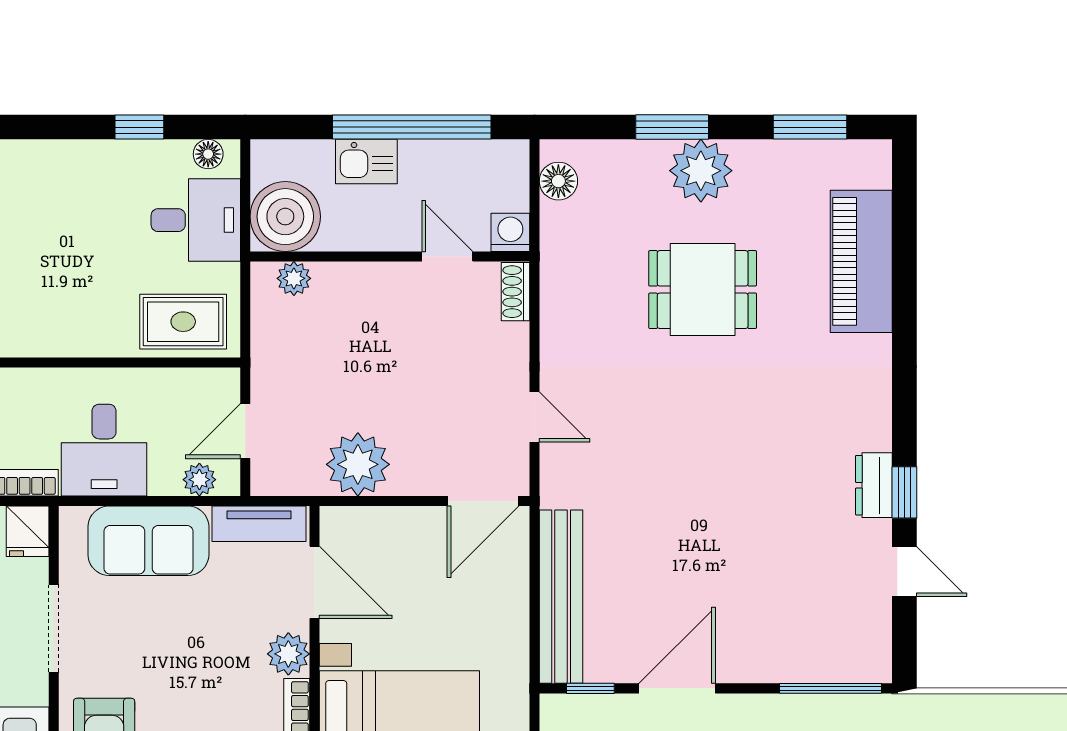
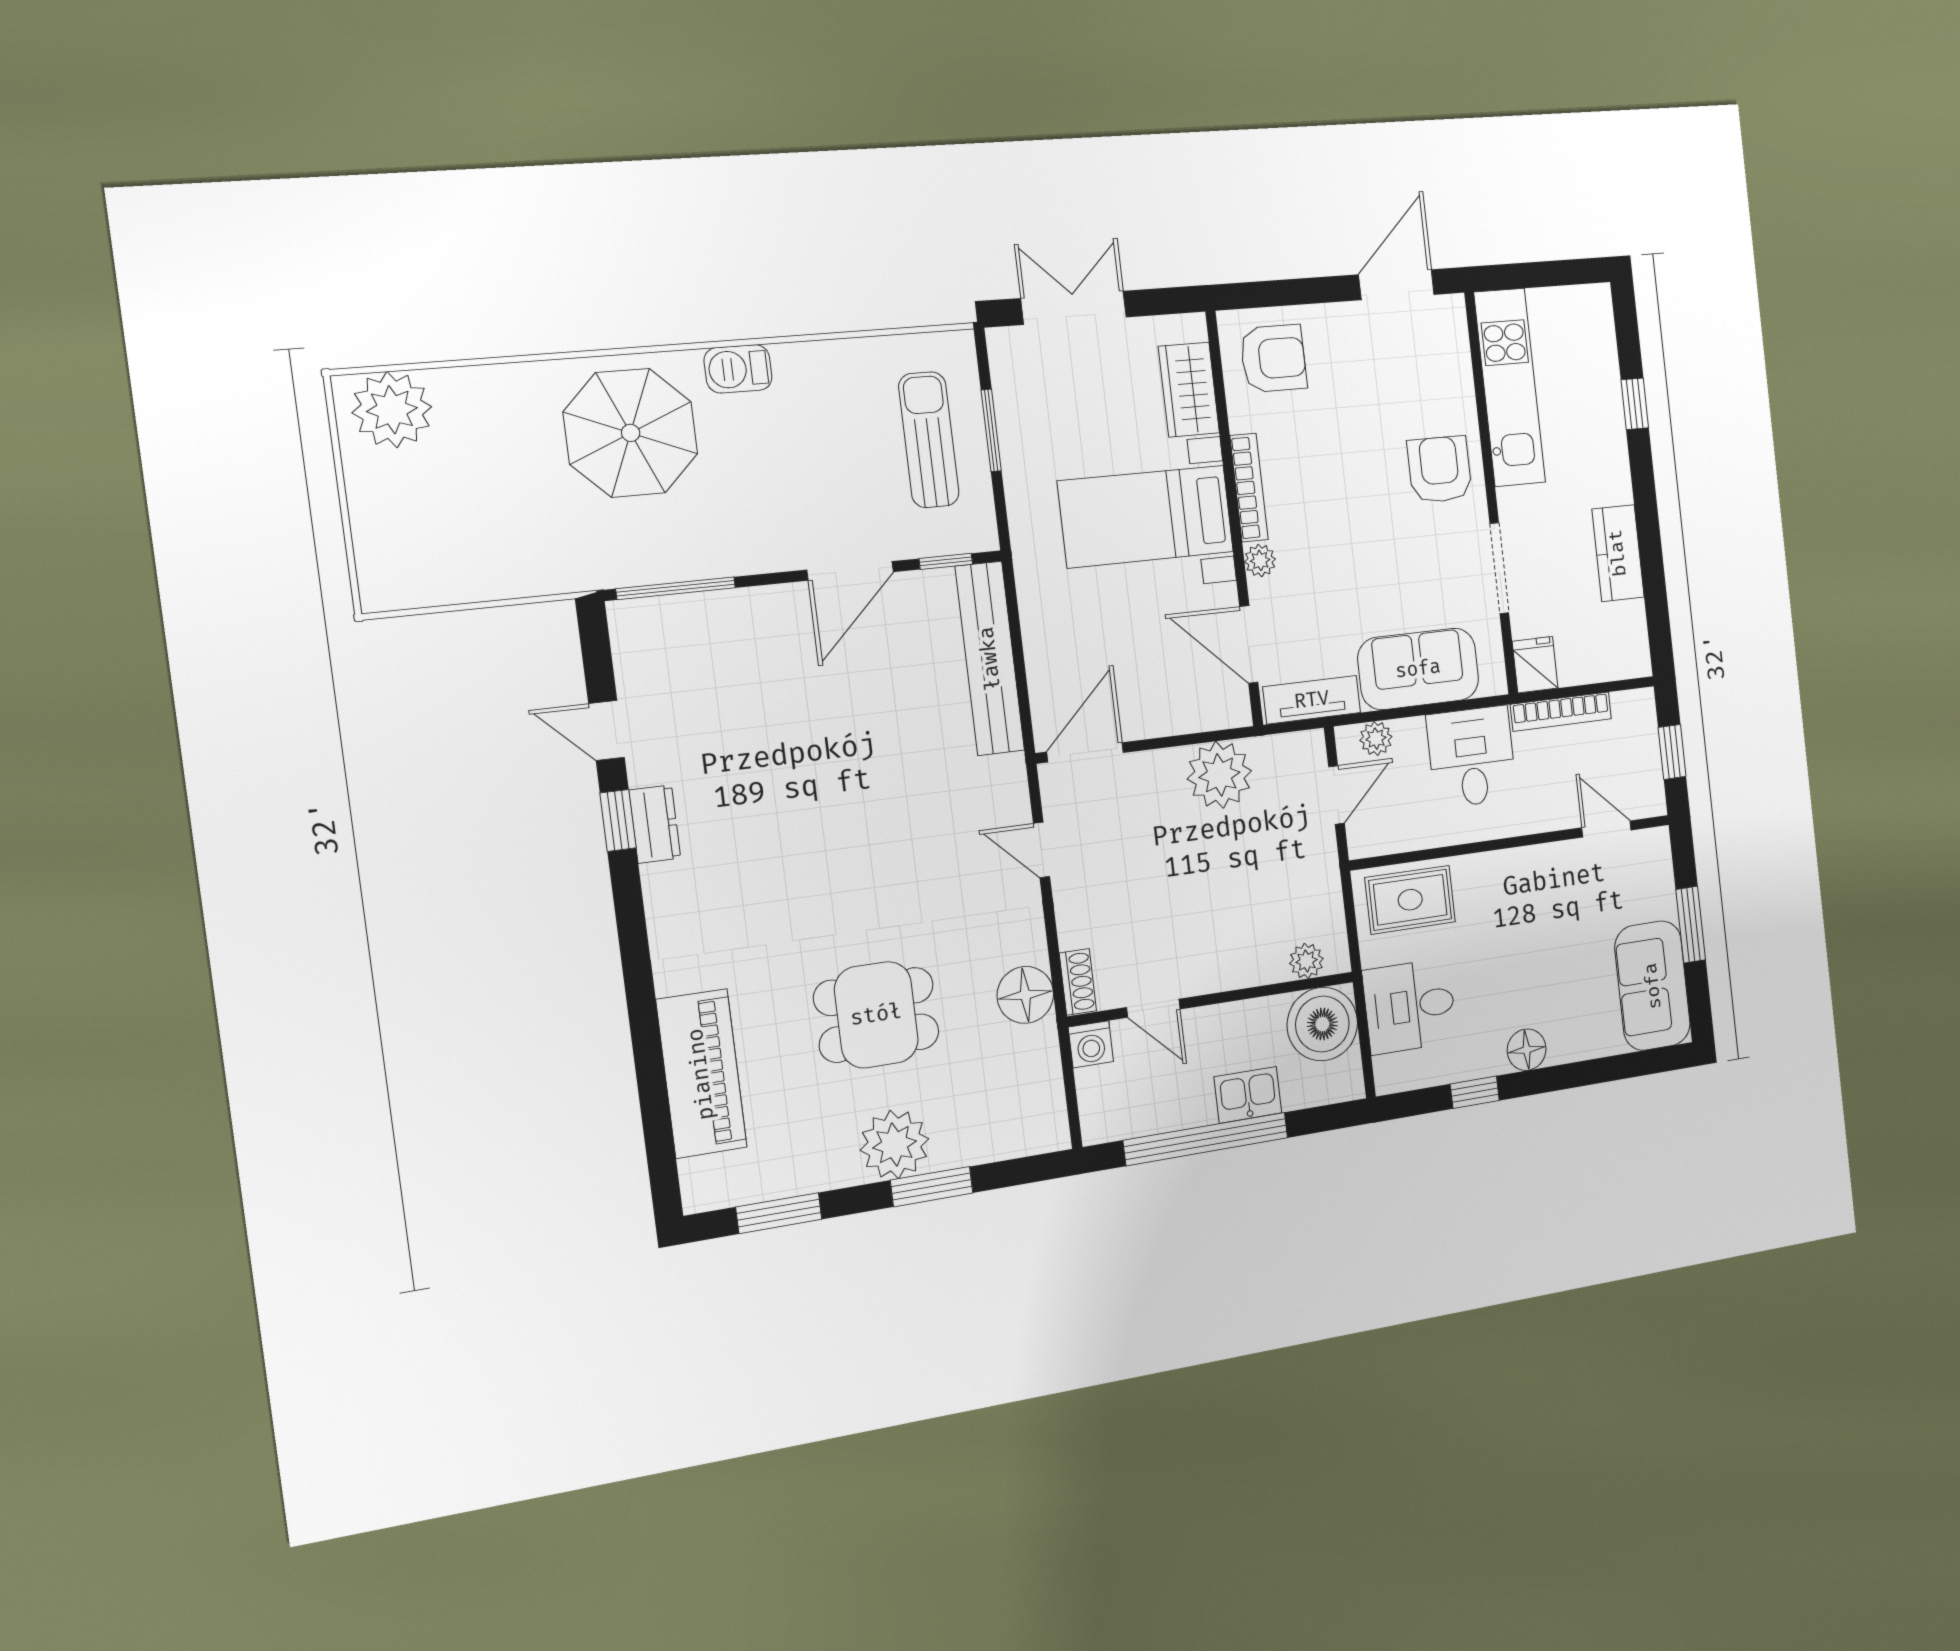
floor lamp: (208, 154) -> (1527, 1050), moved, width x1.37, depth x1.37
floor lamp: (558, 181) -> (1025, 995), moved, width x1.38, depth x1.38
plant: (288, 654) -> (1260, 560), width x0.73, depth x0.73

